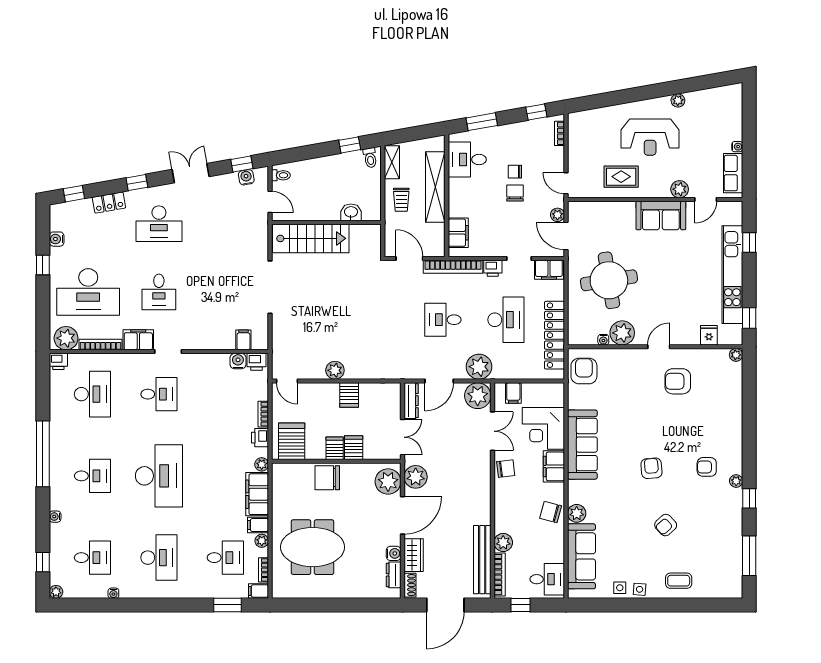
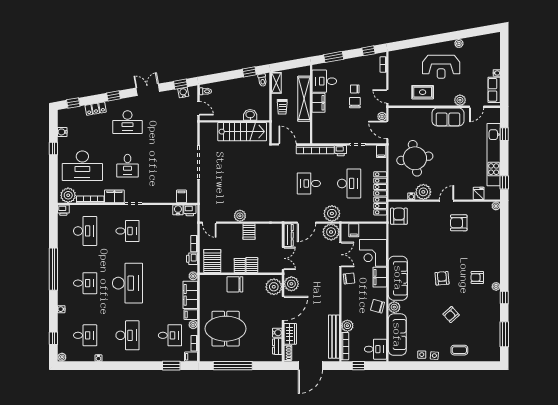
filing cabinet: (458, 233) -> (319, 103), moved
stairs: (311, 238) -> (242, 132), moved
filing cabinet: (549, 270) -> (381, 152), width x0.50
sofa: (582, 445) -> (398, 278), moved
window: (324, 605) -> (233, 366), added

